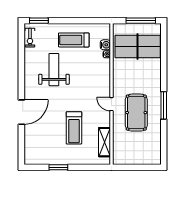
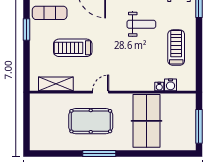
table tennis table: (138, 46) -> (147, 121), moved
weight bench: (54, 70) -> (141, 24), width x0.73, depth x0.75
exercise mat: (44, 148) -> (50, 13), added

